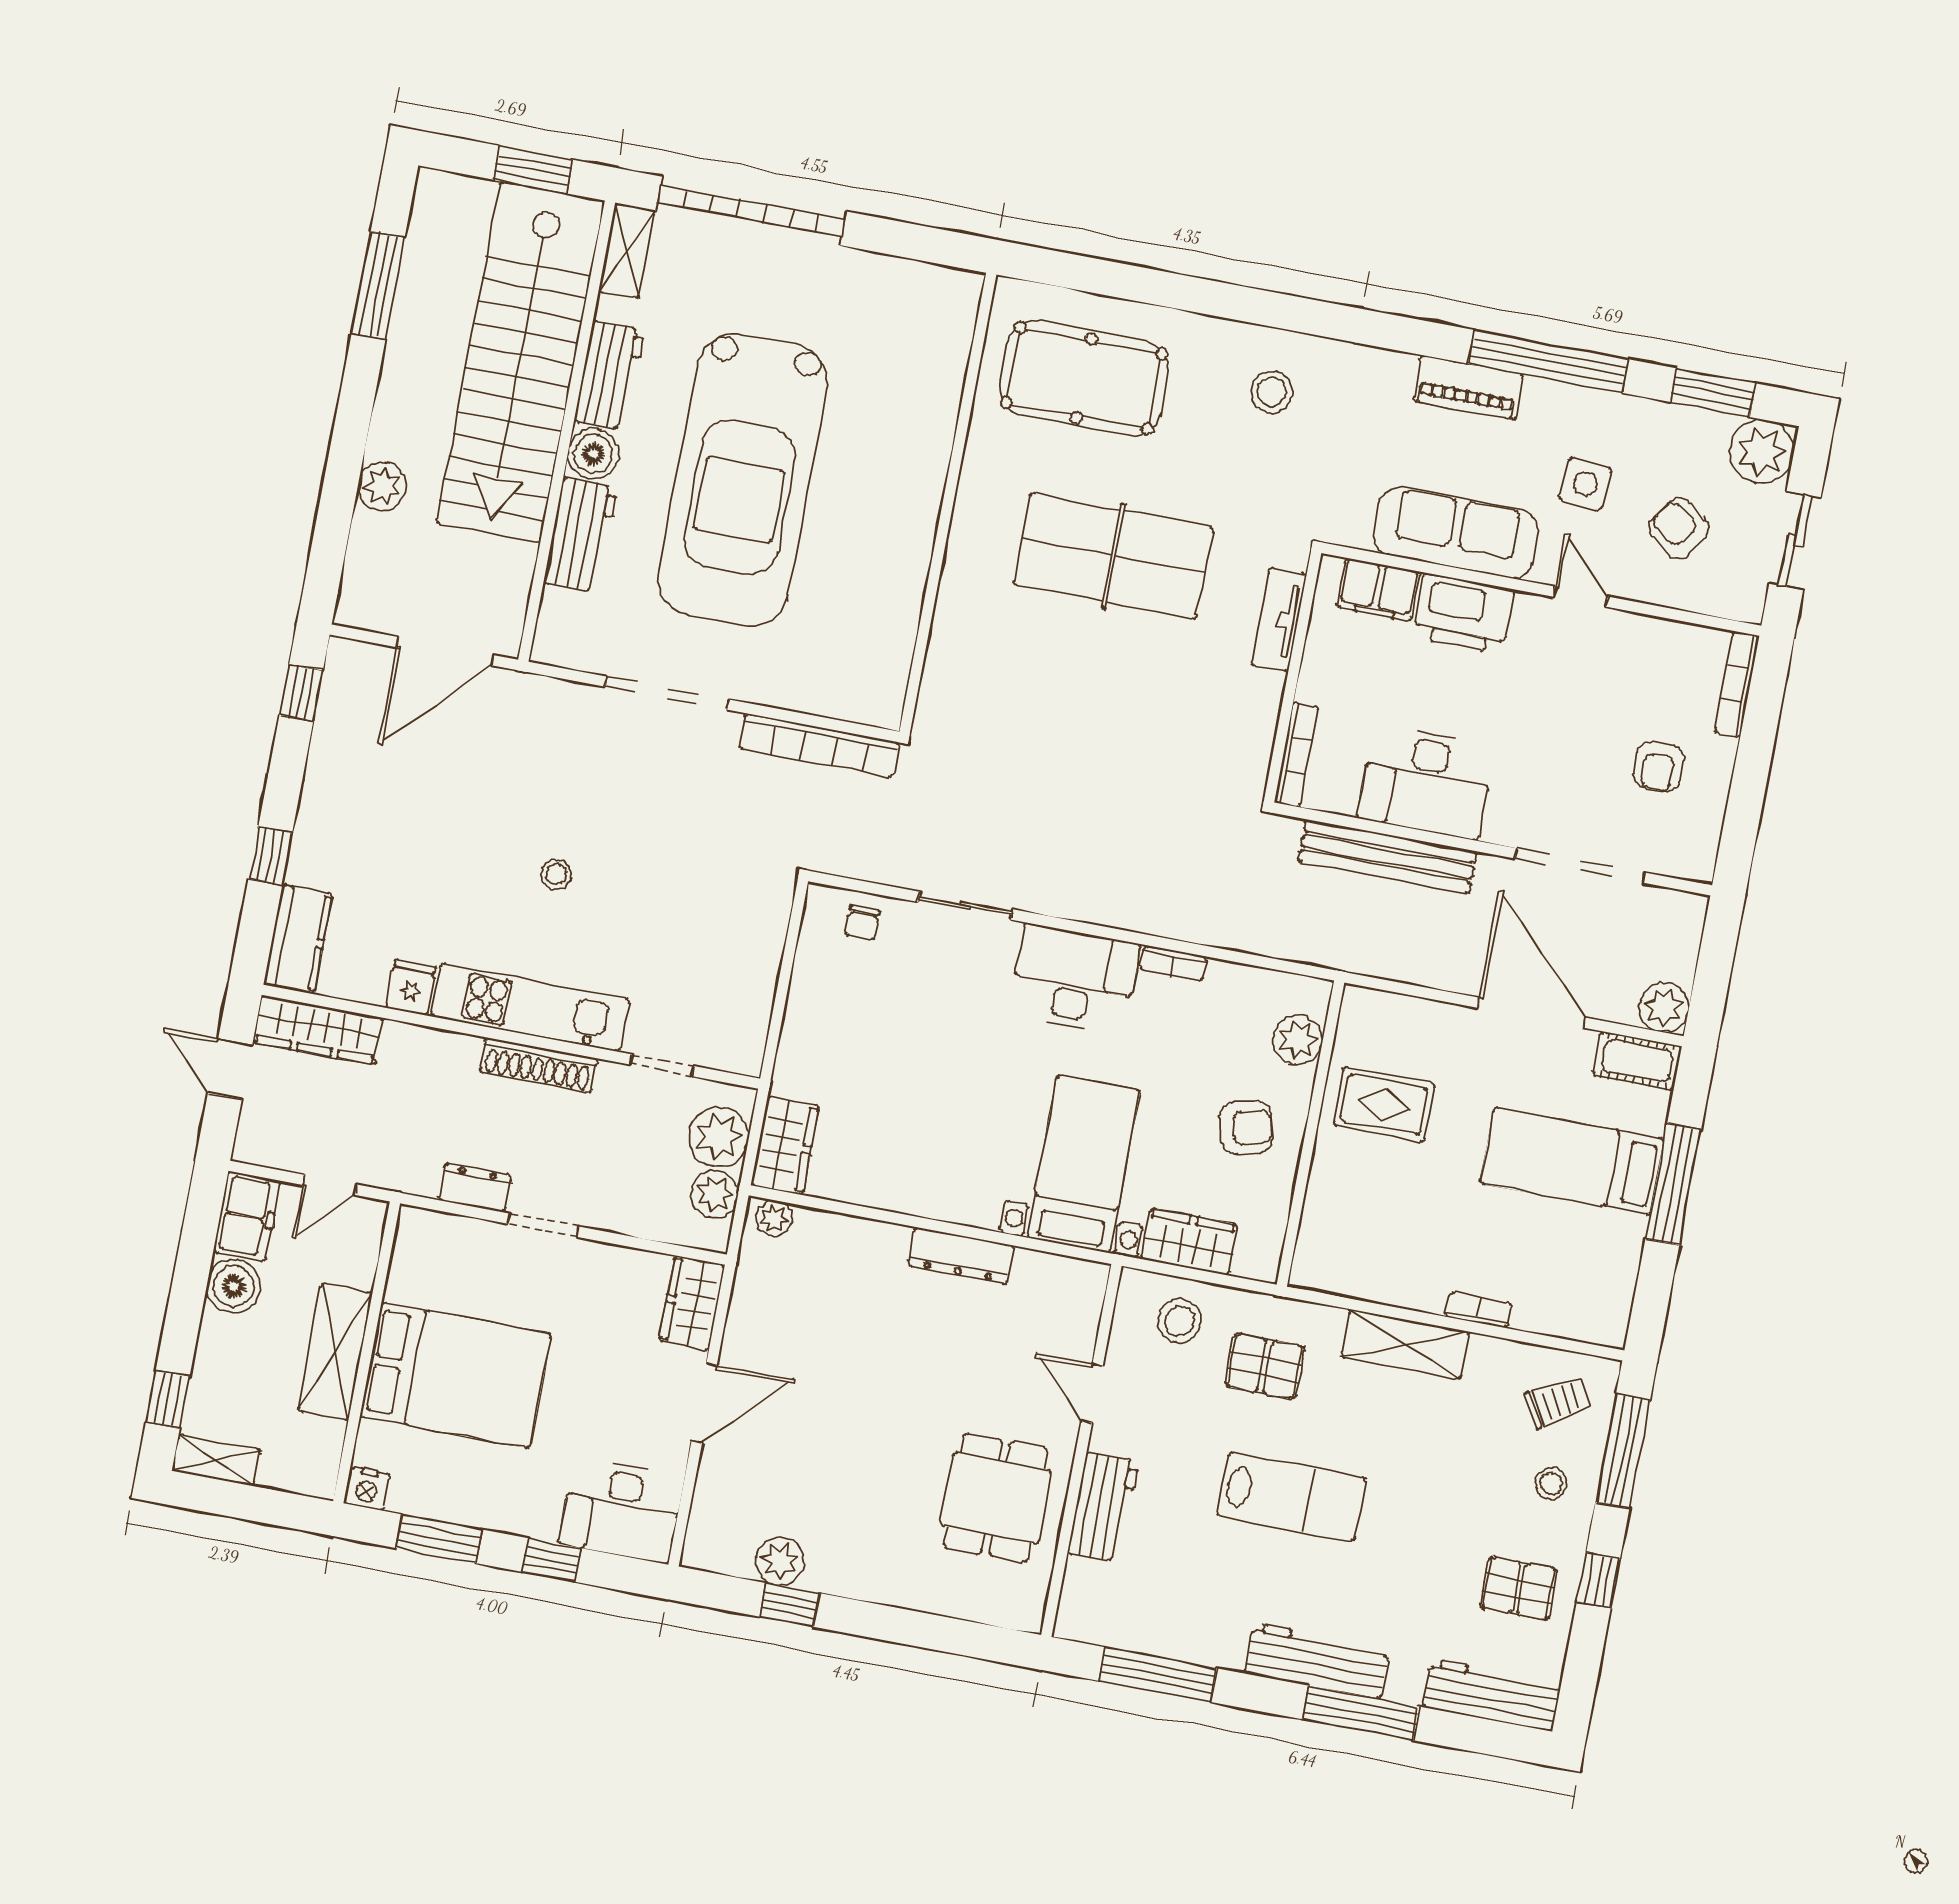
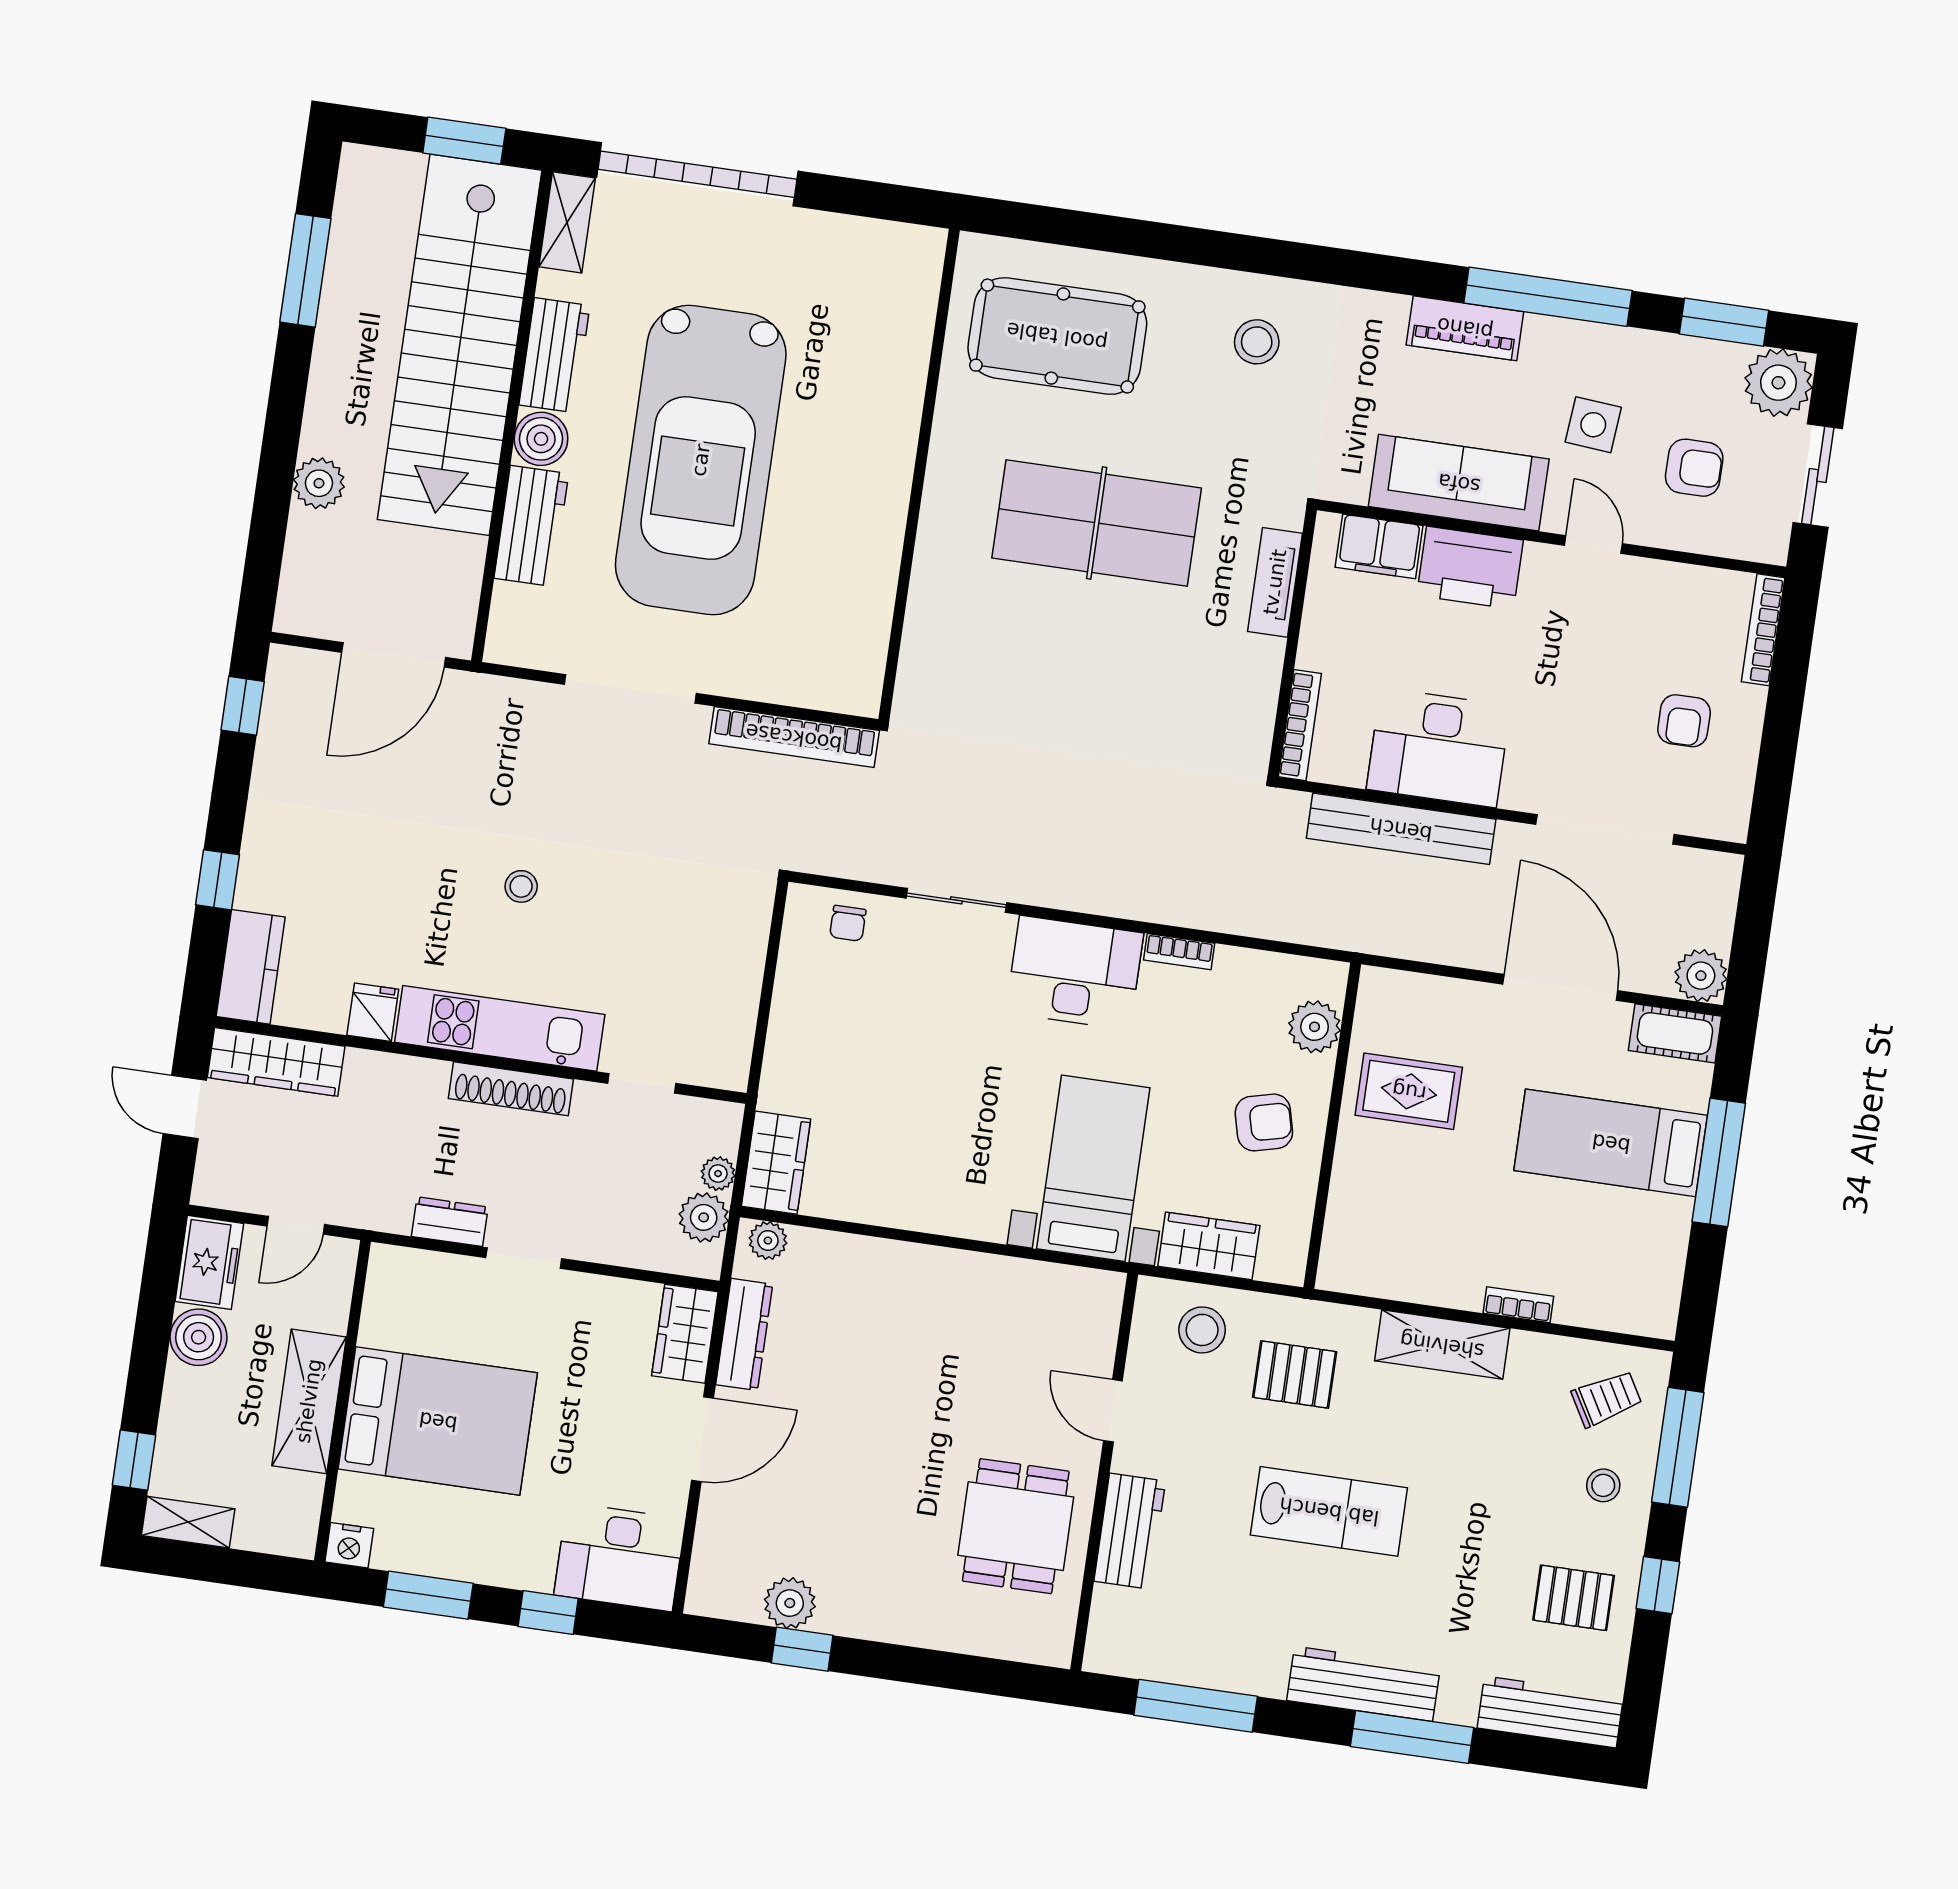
armchair: (1679, 528) -> (1694, 468), turned 143
plant: (719, 1137) -> (718, 1174), width x0.53, depth x0.53
dresser: (961, 1256) -> (744, 1334), moved, turned -90

